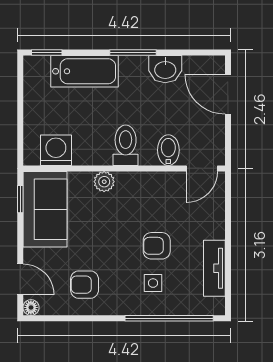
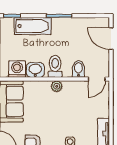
washbasin: (165, 69) -> (35, 70), moved, turned 180
plant: (104, 182) -> (57, 86), moved
armchair: (157, 246) -> (72, 121), removed

